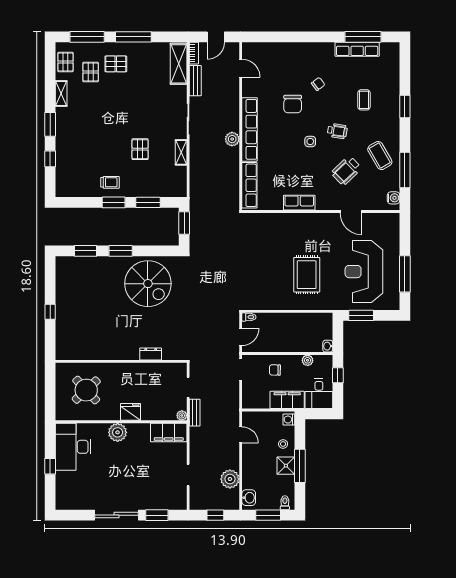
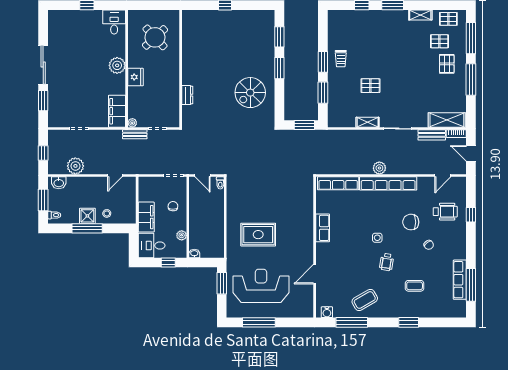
window: (284, 37) -> (471, 215), added
wheelchair: (346, 171) -> (445, 212), moved, turned 134
spiral stairs: (148, 284) -> (250, 93), width x0.73, depth x0.73
washing machine: (289, 420) -> (129, 219), removed
desk: (73, 447) -> (114, 22), width x0.53, depth x0.77

